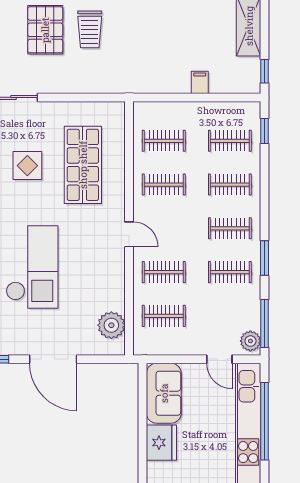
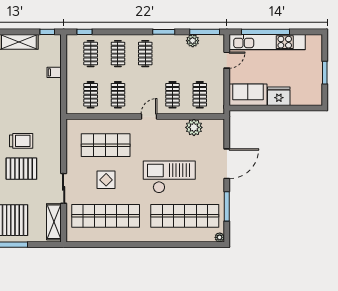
clothes rail: (230, 272) -> (172, 54), removed
plant: (111, 325) -> (194, 127), moved
plant: (250, 341) -> (193, 41), moved

